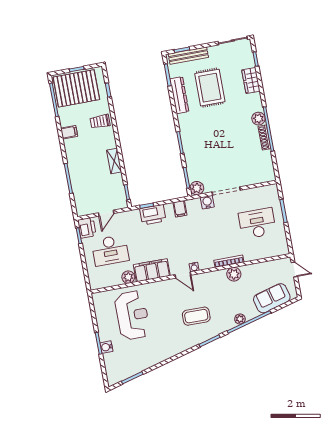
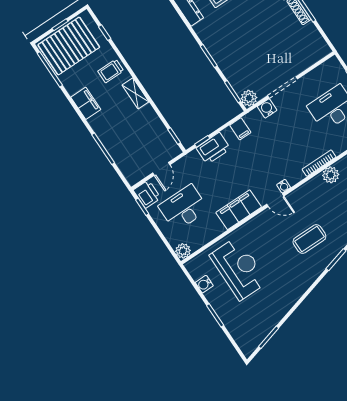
filing cabinet: (69, 132) -> (86, 103), width x2.00
shelving: (114, 161) -> (135, 93), moved
desk: (110, 250) -> (183, 208), turned 180
plant: (128, 277) -> (183, 251), moved
water cooler: (106, 347) -> (204, 284), moved

